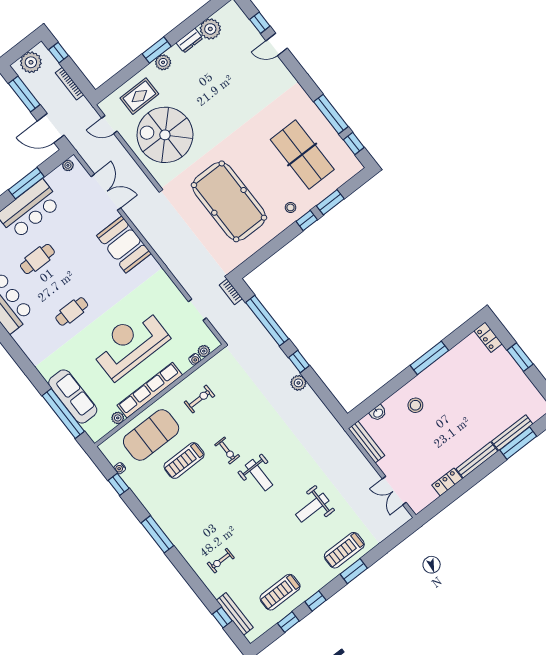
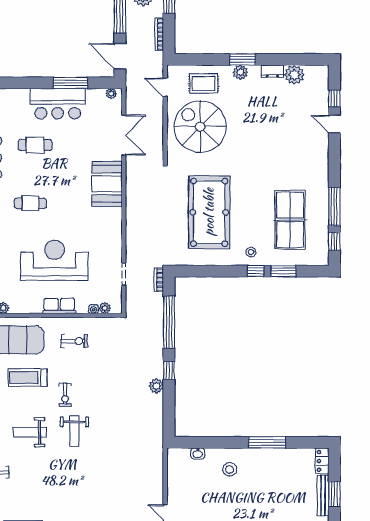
row of seats: (150, 390) -> (59, 306), width x0.50
bench: (366, 442) -> (323, 496), moved
weight bench: (312, 508) -> (30, 432), moved

